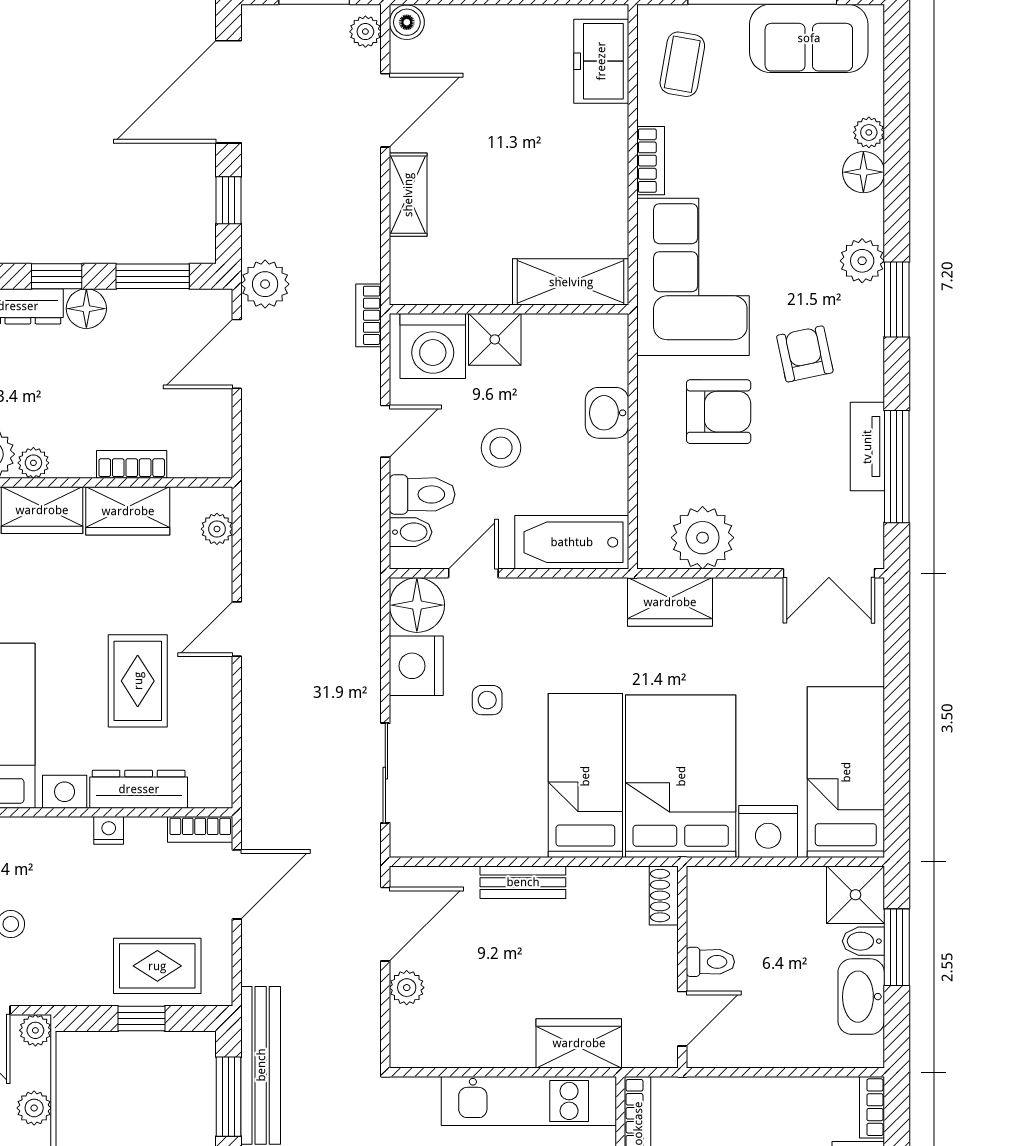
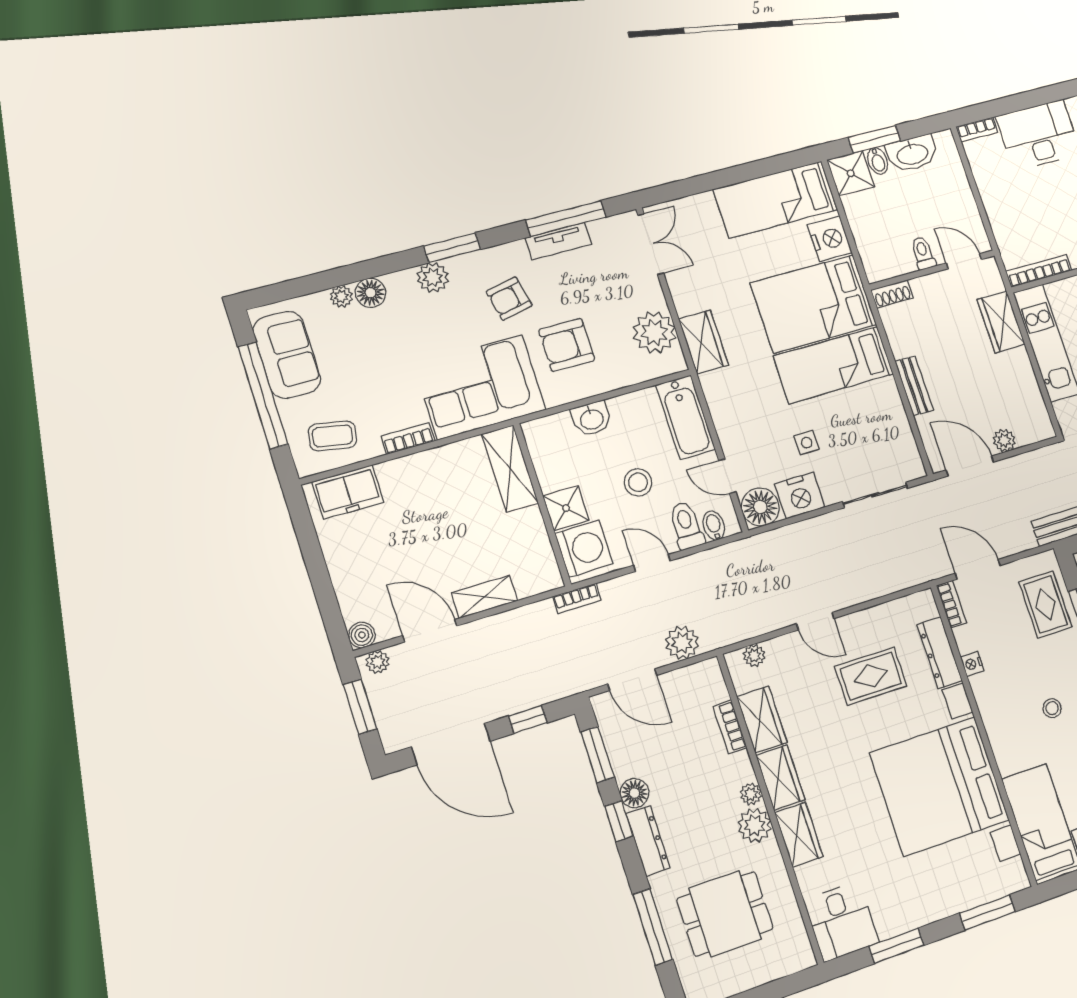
plant: (265, 284) -> (682, 643), moved
armchair: (719, 412) -> (567, 345), turned -90

